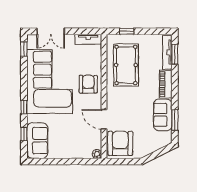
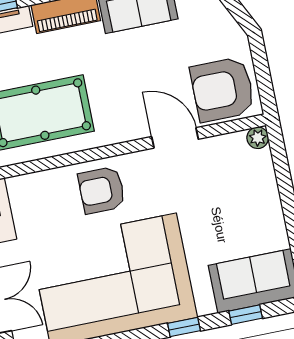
door: (104, 119) -> (175, 138), swing flipped

